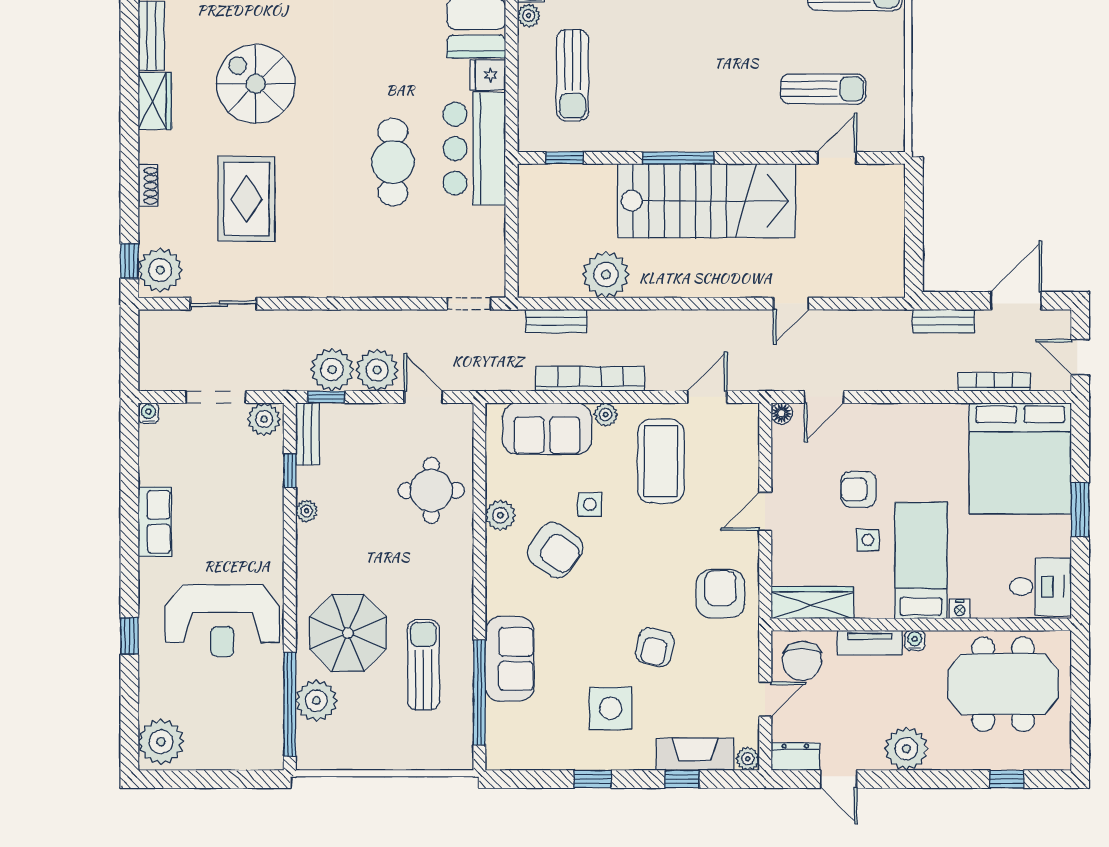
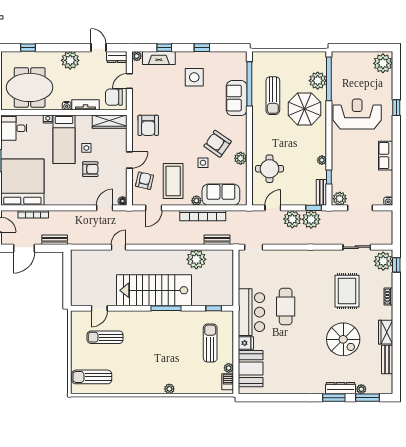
door: (423, 397) -> (273, 208), swing flipped
armchair: (655, 647) -> (145, 181), moved
chair: (802, 661) -> (114, 97), turned -90

